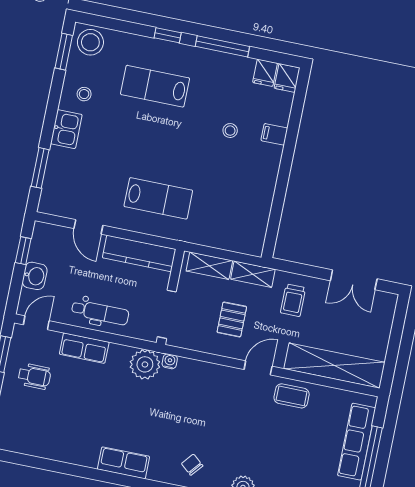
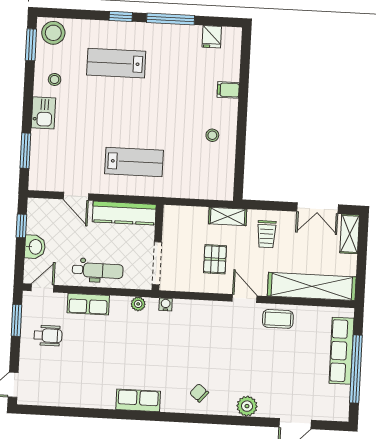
fridge: (287, 78) -> (232, 38), removed
stool: (230, 131) -> (212, 135), moved
shelving: (209, 266) -> (350, 234), moved, turned 90
plant: (145, 364) -> (138, 304), width x0.53, depth x0.53
door: (258, 368) -> (245, 299), hinge flipped

